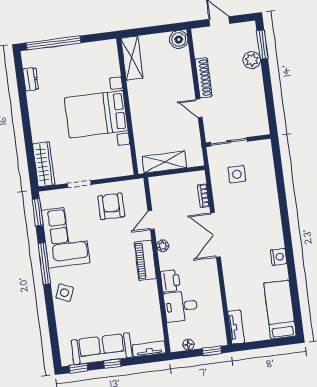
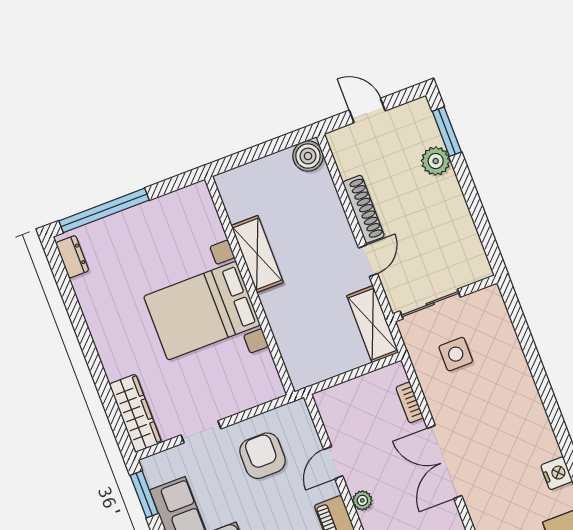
shelving: (132, 58) -> (257, 254), moved
dresser: (31, 79) -> (72, 257), moved
door: (199, 108) -> (368, 261), swing flipped
shelving: (164, 162) -> (373, 324), moved, turned 90

